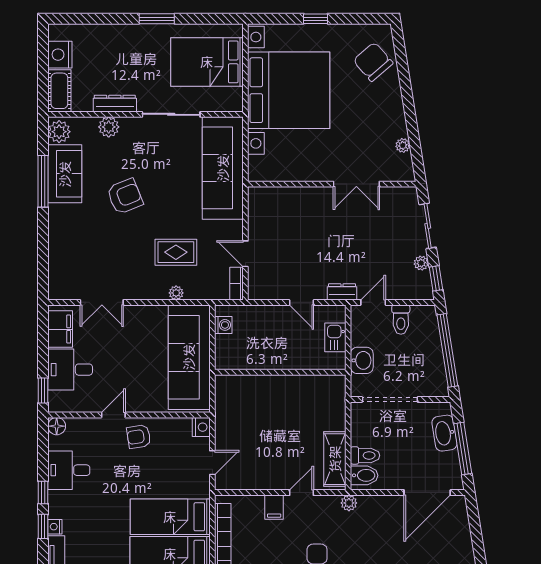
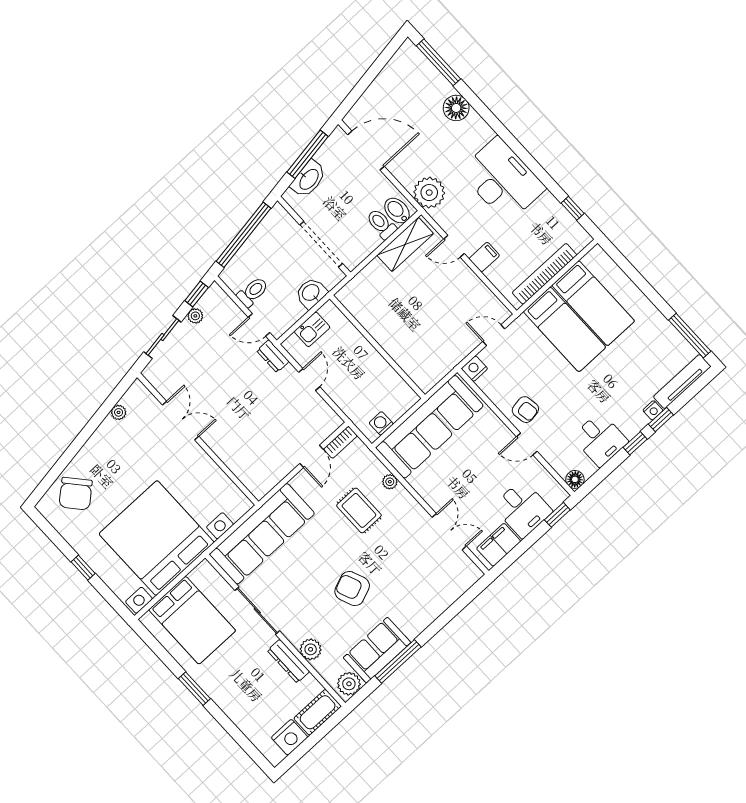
plant: (349, 503) -> (429, 193), width x1.87, depth x1.87

